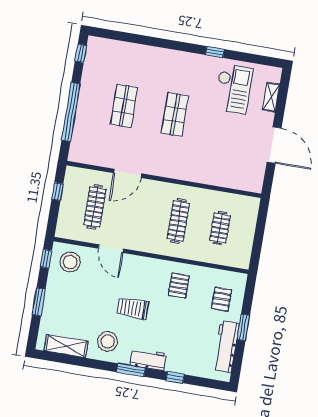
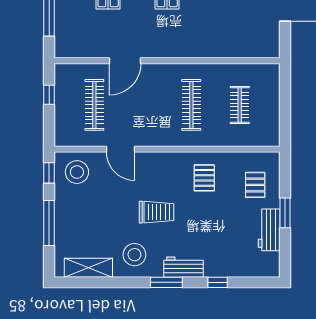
window: (39, 302) -> (49, 223), width x1.44
trolley: (133, 308) -> (156, 212), turned 180
workbench: (226, 347) -> (269, 230), width x0.73

